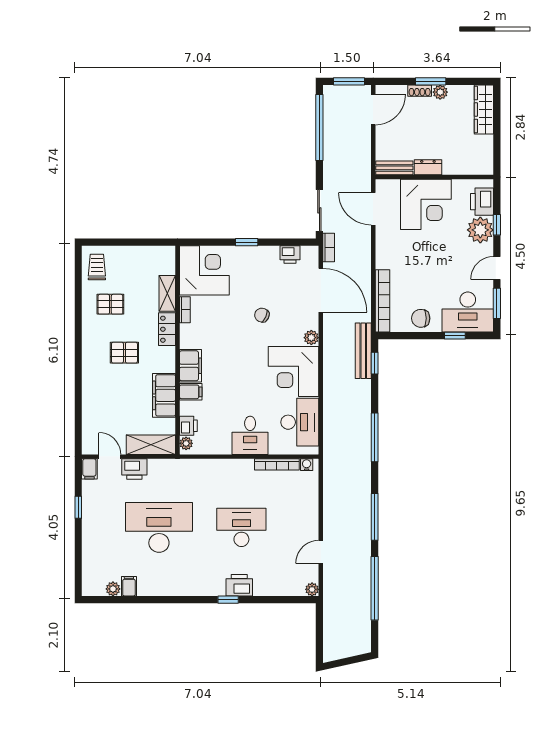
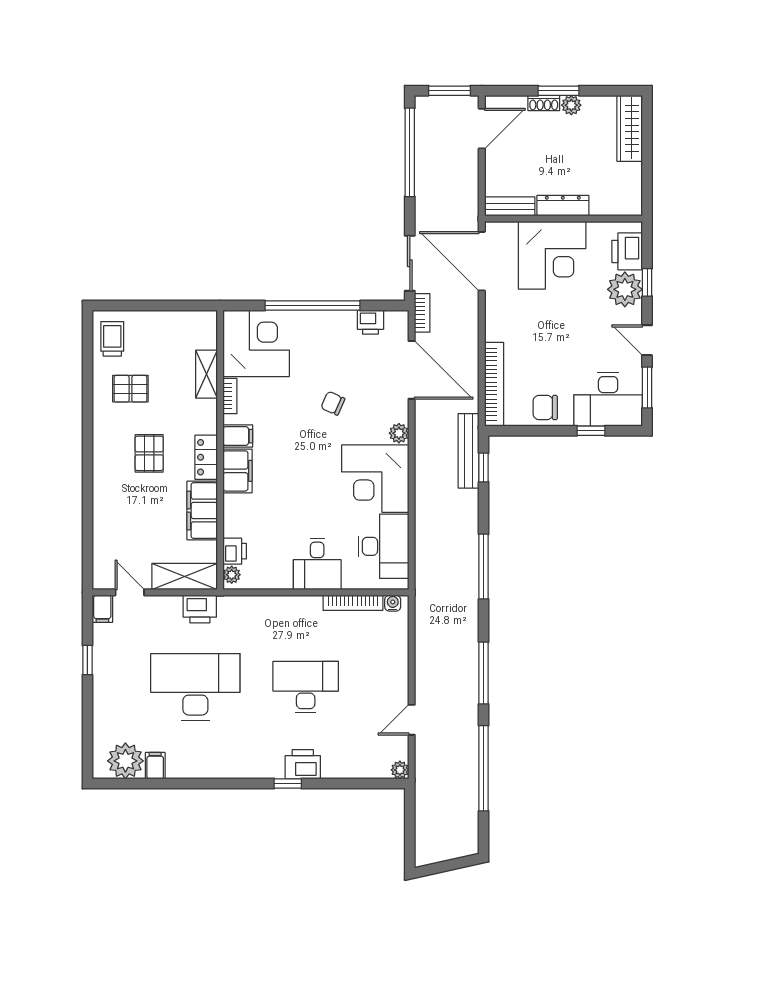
dresser: (428, 167) -> (563, 206), width x1.44
door: (373, 209) -> (482, 261), width x1.36
window: (247, 242) -> (313, 306), width x3.17
door: (497, 268) -> (647, 340), hinge flipped
locker: (167, 329) -> (206, 457), moved
pallet: (124, 353) -> (149, 453), turned 90
filing cabinet: (191, 392) -> (238, 436), moved
printer: (134, 469) -> (200, 609), moved
plant: (113, 589) -> (125, 761), width x1.87, depth x1.87

